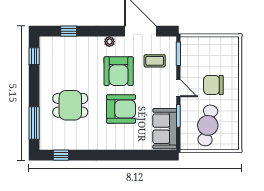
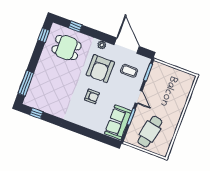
chair: (213, 85) -> (165, 104), removed
dining table: (70, 105) -> (67, 48), moved
armchair: (121, 109) -> (92, 96), width x0.53, depth x0.53

